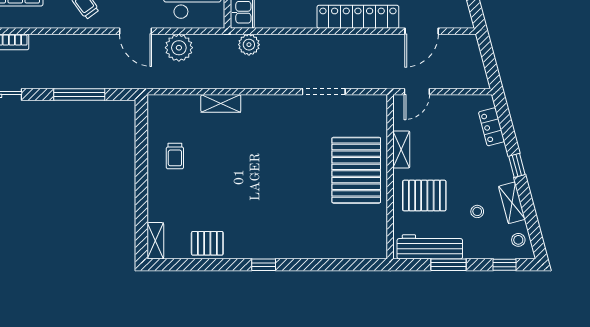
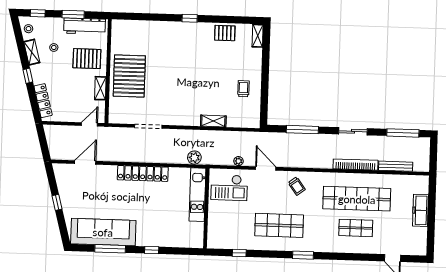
locker: (358, 17) -> (143, 173), moved
plant: (179, 48) -> (239, 161), width x0.53, depth x0.53
locker: (491, 127) -> (43, 101), width x1.53

